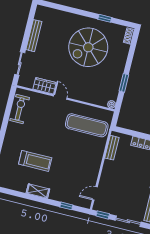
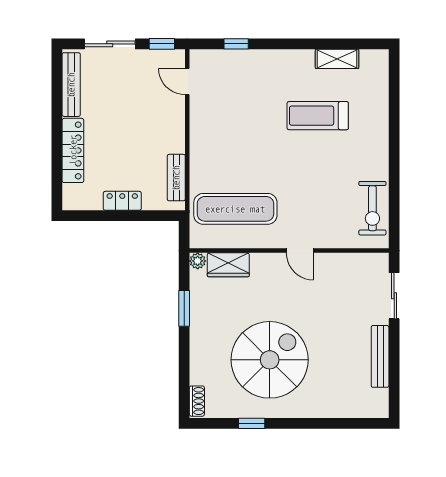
wardrobe: (45, 86) -> (228, 265), moved
shelving: (38, 191) -> (337, 59), moved
door: (95, 193) -> (187, 82), swing flipped

